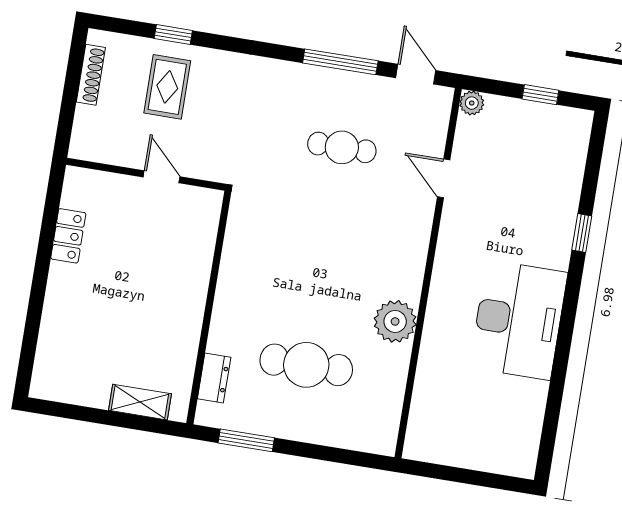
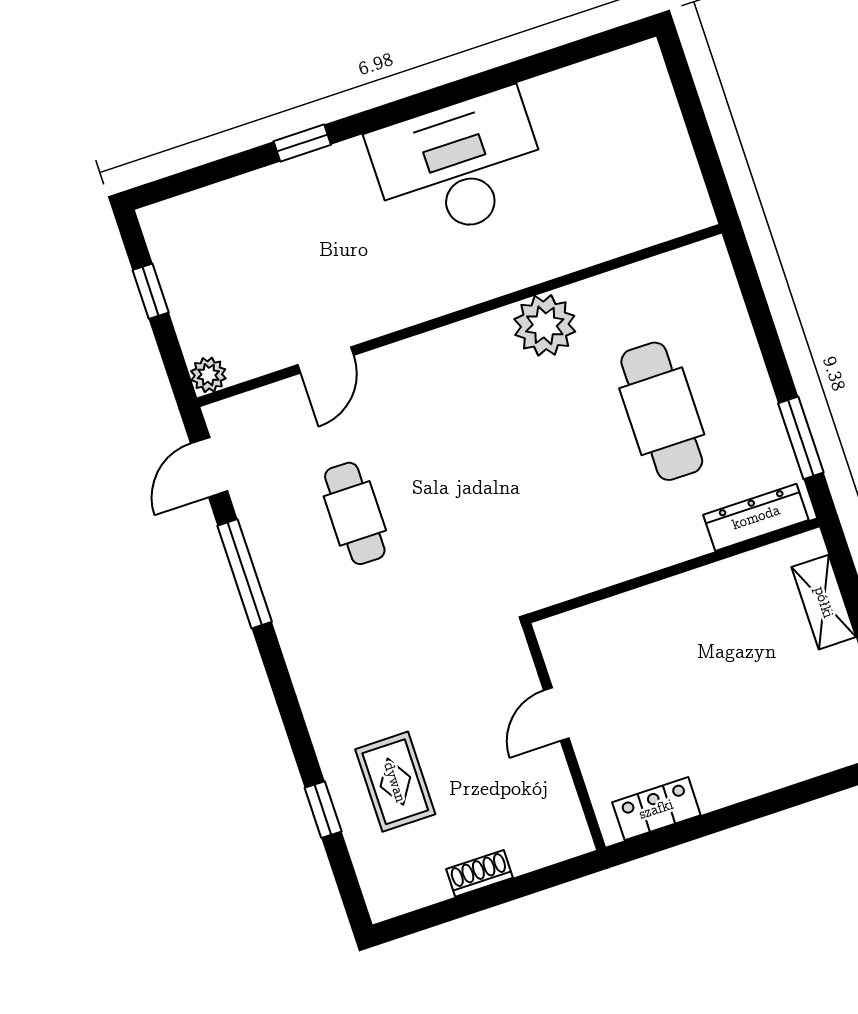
shoe rack: (91, 75) -> (479, 873), moved, width x0.70
rug: (167, 87) -> (395, 782), turned 90
wall: (146, 174) -> (564, 737), moved
door: (162, 177) -> (556, 714), moved
dresser: (214, 378) -> (756, 517), width x1.44

